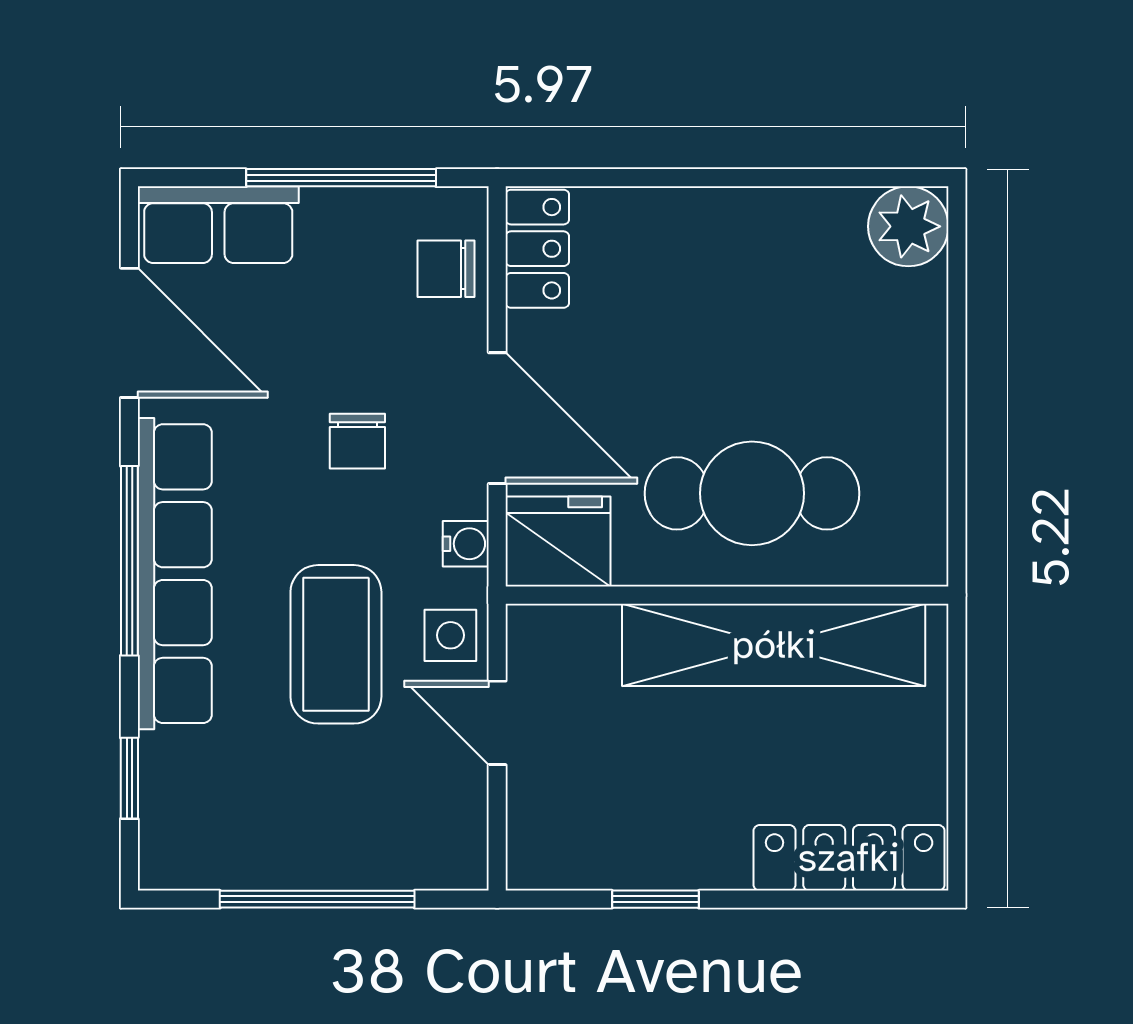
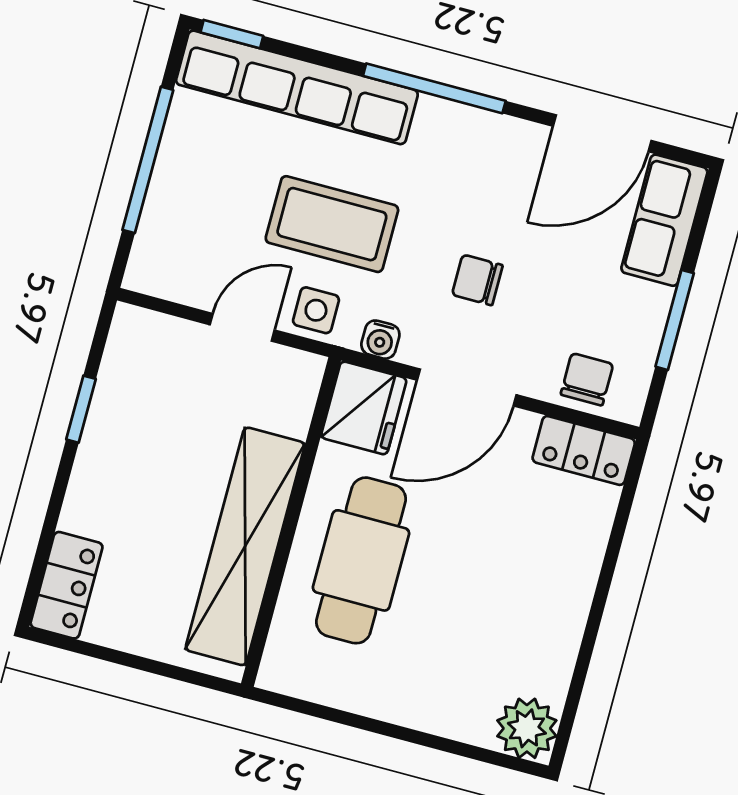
window: (341, 178) -> (675, 320), width x0.69
row of seats: (175, 574) -> (297, 87), moved
window: (129, 778) -> (232, 34), moved
locker: (849, 858) -> (67, 585), width x0.66

